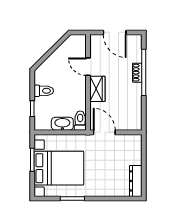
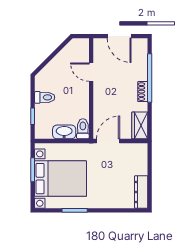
shoe rack: (137, 73) -> (143, 92), moved
wardrobe: (97, 89) -> (140, 125), moved, turned 180
door: (104, 132) -> (108, 141), hinge flipped

